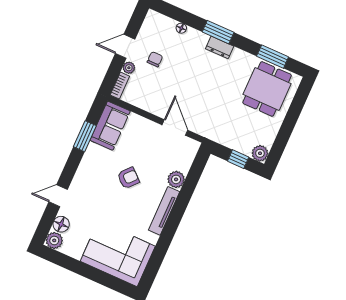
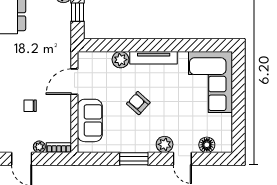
chair: (155, 59) -> (30, 106), moved
sofa: (110, 126) -> (90, 120), moved, turned 90
window: (85, 136) -> (134, 159), moved
plant: (54, 240) -> (165, 144), moved

